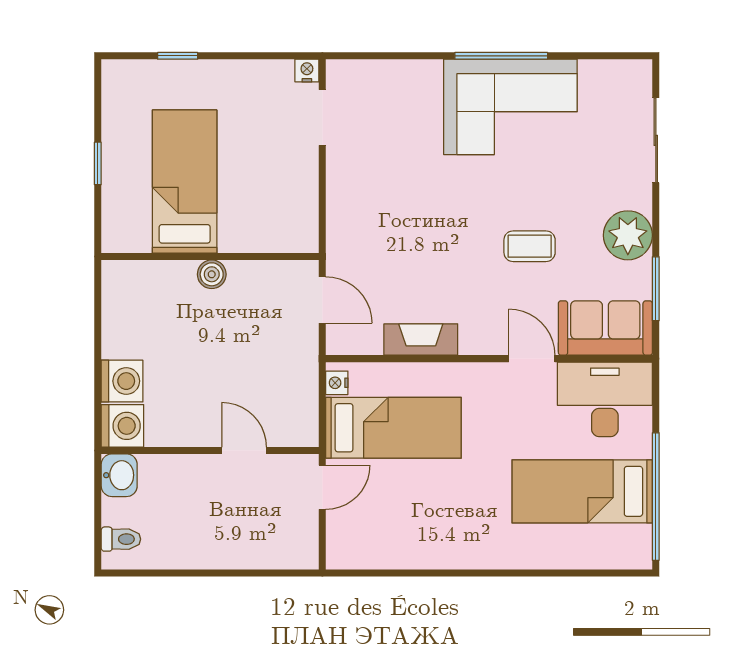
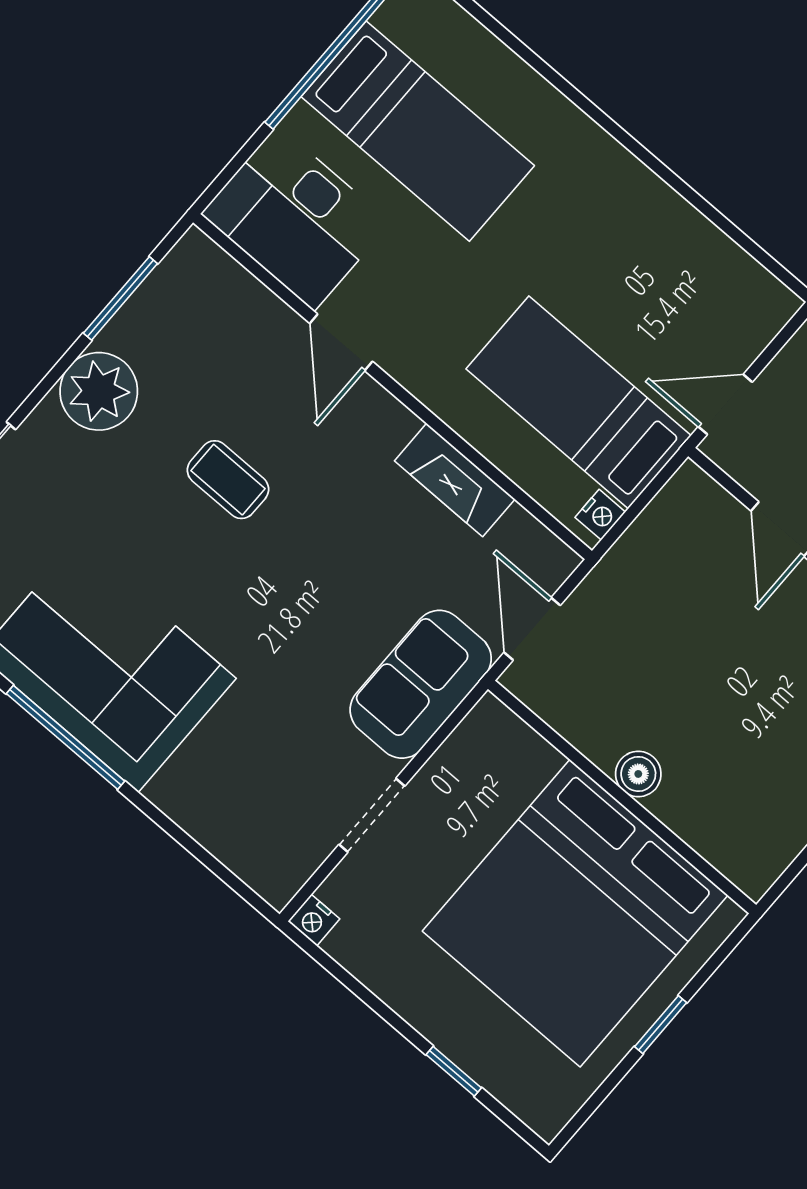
doorway: (322, 117) -> (372, 815), moved
bed: (185, 182) -> (575, 913), width x2.04
sofa: (605, 328) -> (421, 684), moved, turned 90

